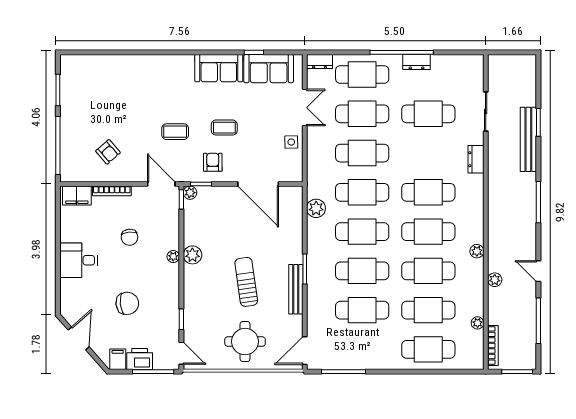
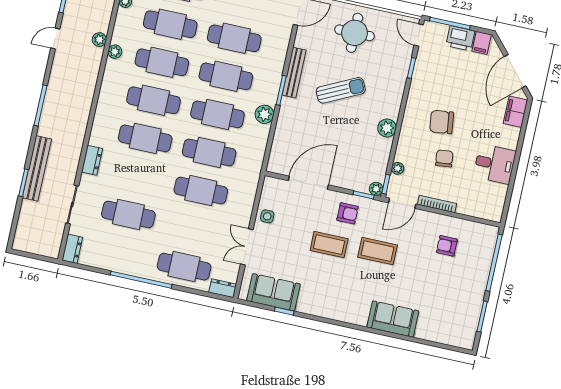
dresser: (416, 62) -> (72, 249), moved, turned 90
sofa: (219, 68) -> (393, 319), moved
cafe table: (362, 114) -> (192, 229), removed
coffee table: (224, 128) -> (329, 245), width x1.36, depth x1.30
coffee table: (175, 132) -> (378, 251), width x1.36, depth x1.30
armchair: (108, 152) -> (447, 246), turned -49
armchair: (213, 162) -> (348, 213), turned -90
door: (161, 184) -> (402, 203), hinge flipped
door: (258, 184) -> (308, 183), hinge flipped
bookcase: (112, 191) -> (437, 204), moved
filing cabinet: (77, 196) -> (516, 112), moved, turned -90
plant: (316, 208) -> (264, 114), moved
plant: (477, 251) -> (115, 52), moved
plant: (173, 257) -> (398, 168), moved
desk: (79, 260) -> (495, 164), moved
door: (538, 271) -> (55, 38), swing flipped
sun lounger: (246, 282) -> (341, 90), turned -108
chair: (127, 303) -> (442, 122), moved
door: (79, 338) -> (515, 71), width x1.36

